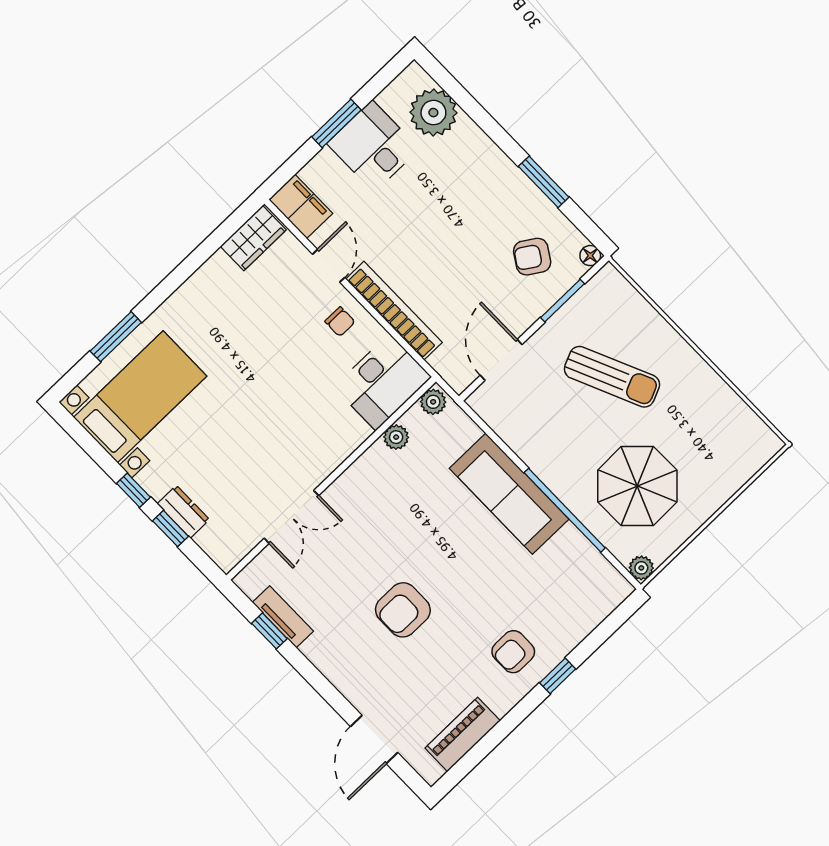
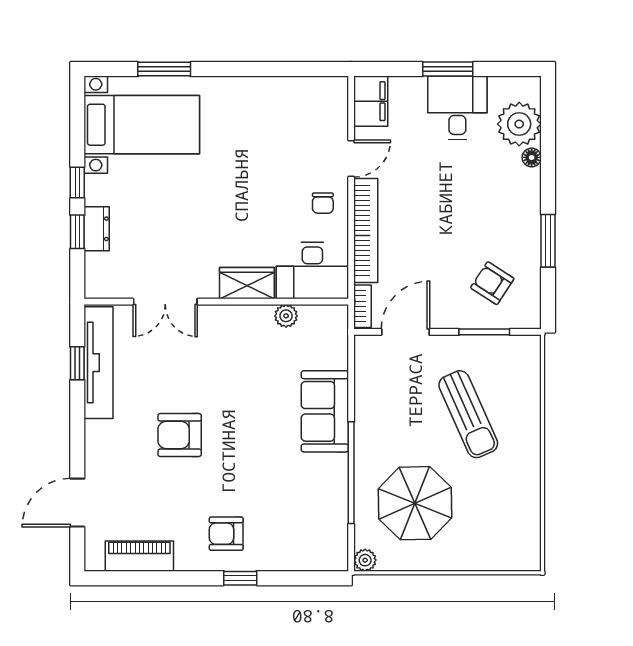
wardrobe: (253, 238) -> (247, 283), moved, turned 180
floor lamp: (590, 256) -> (532, 157), moved
bookcase: (448, 372) -> (362, 306), added
plant: (433, 402) -> (333, 316), removed
sofa: (509, 494) -> (325, 411), width x0.73
tv unit: (283, 617) -> (99, 363), width x1.92, depth x1.29

